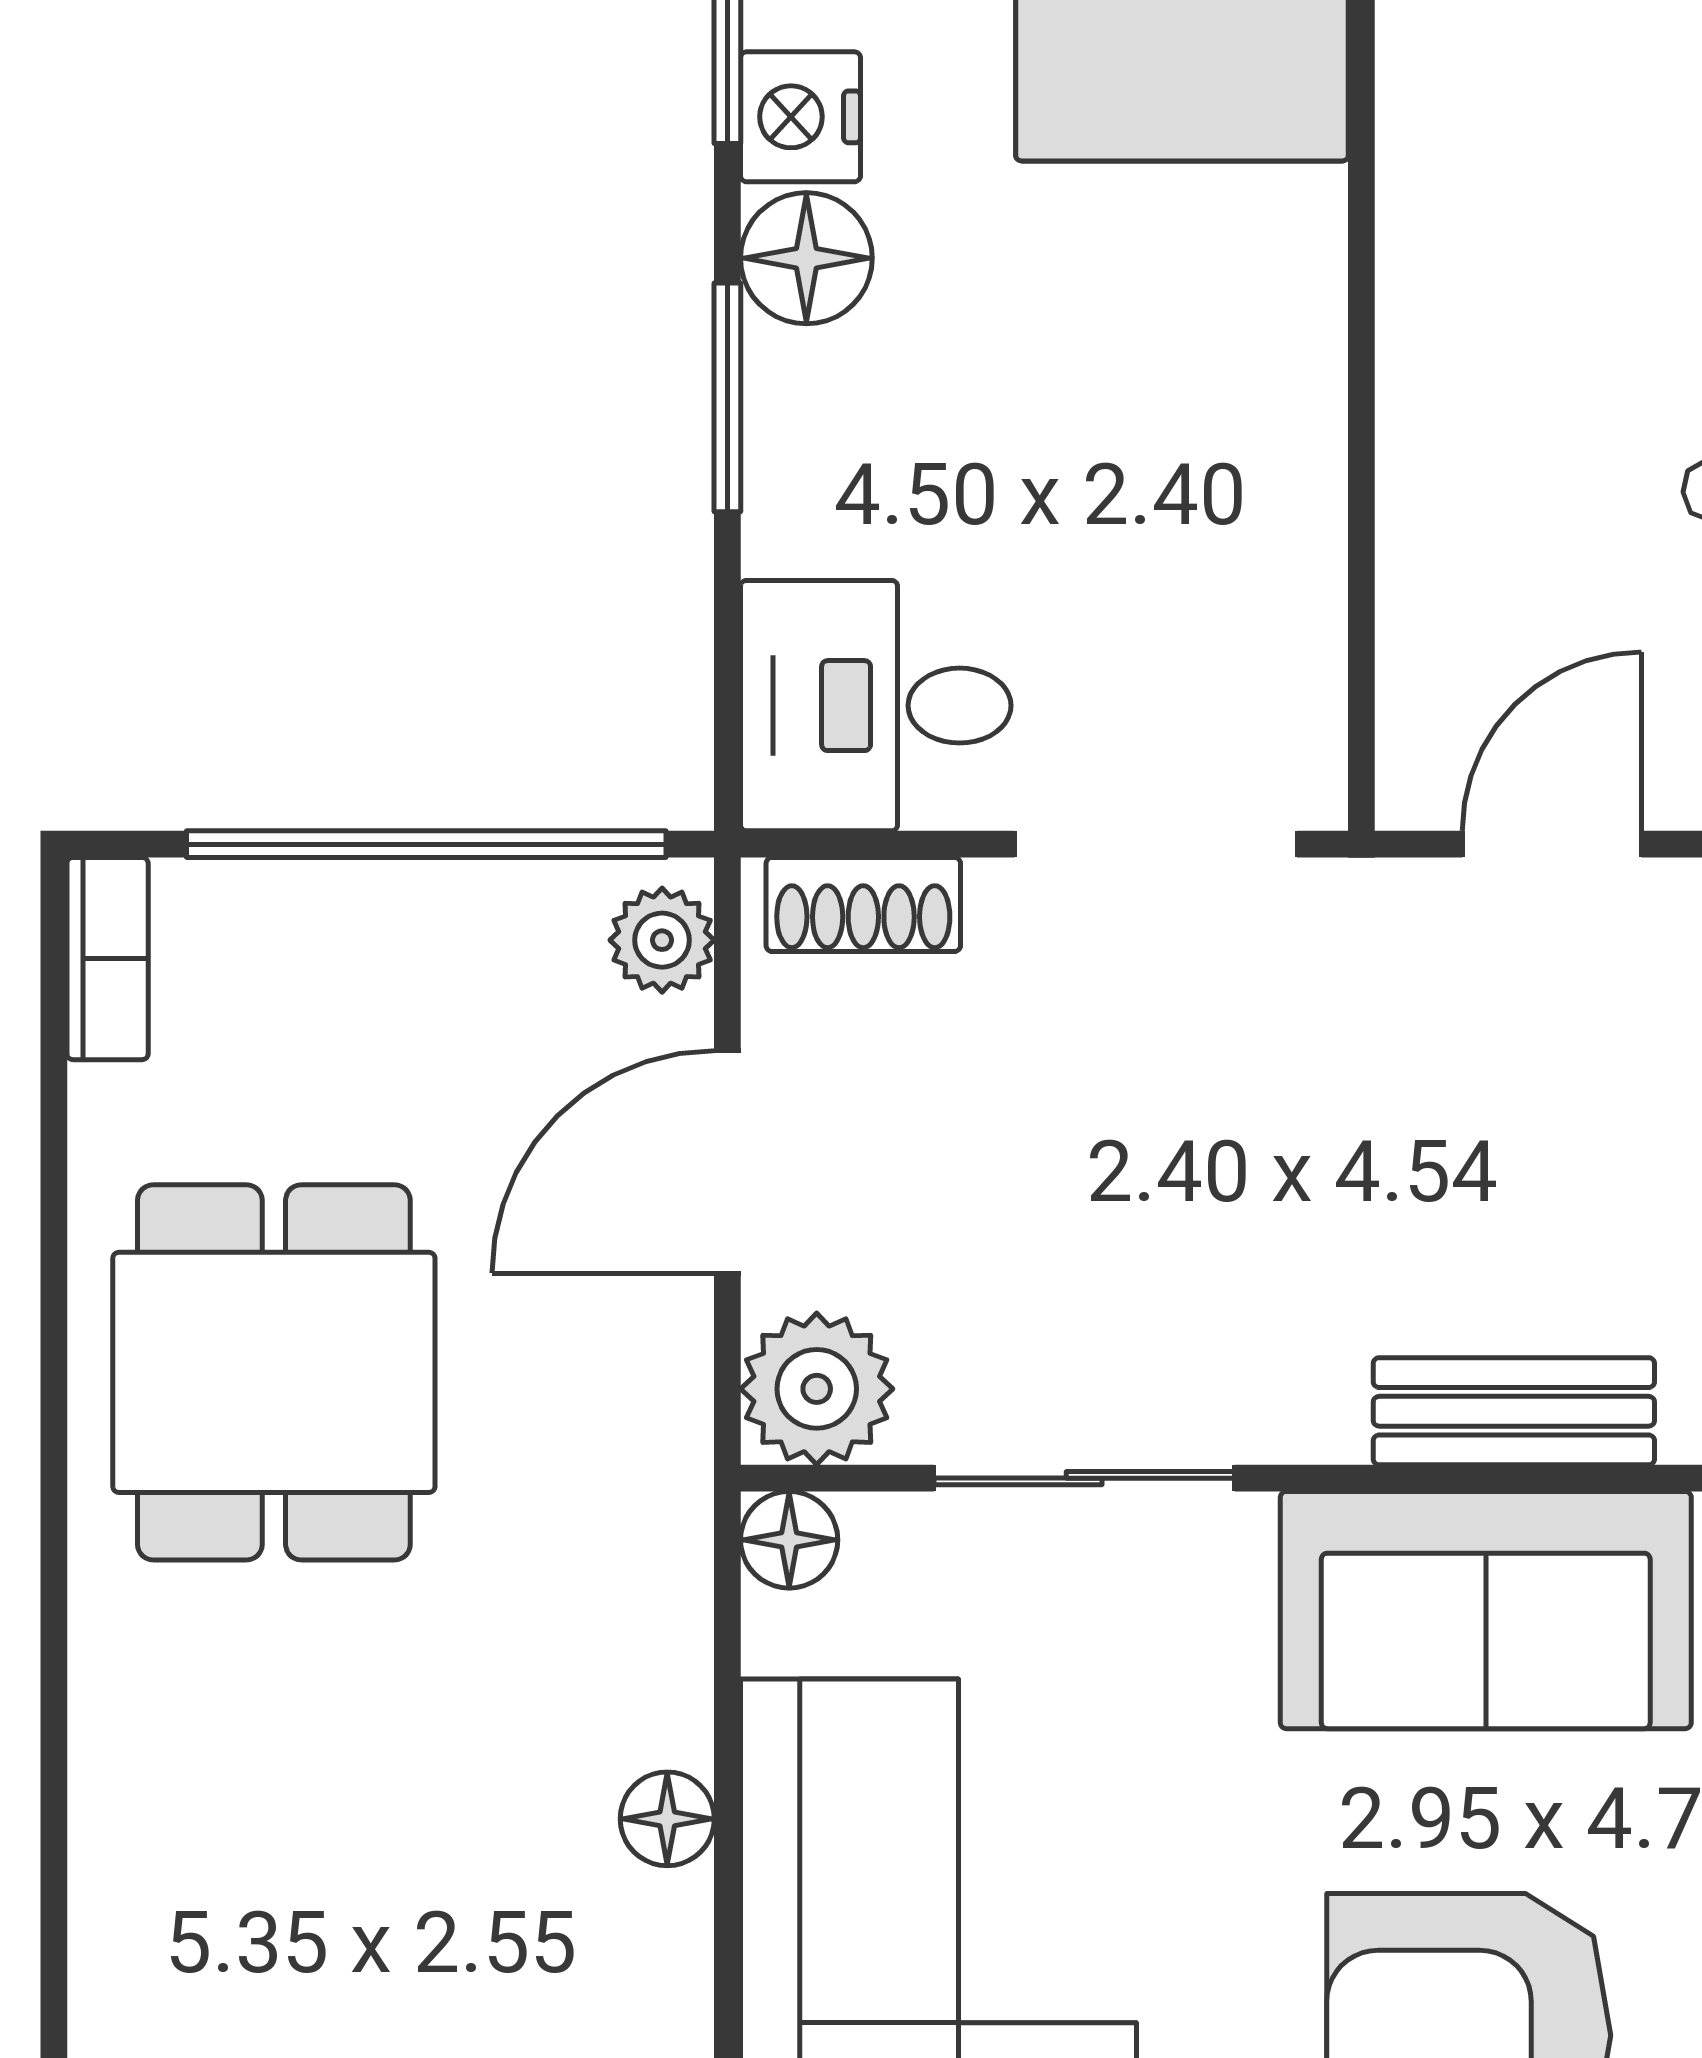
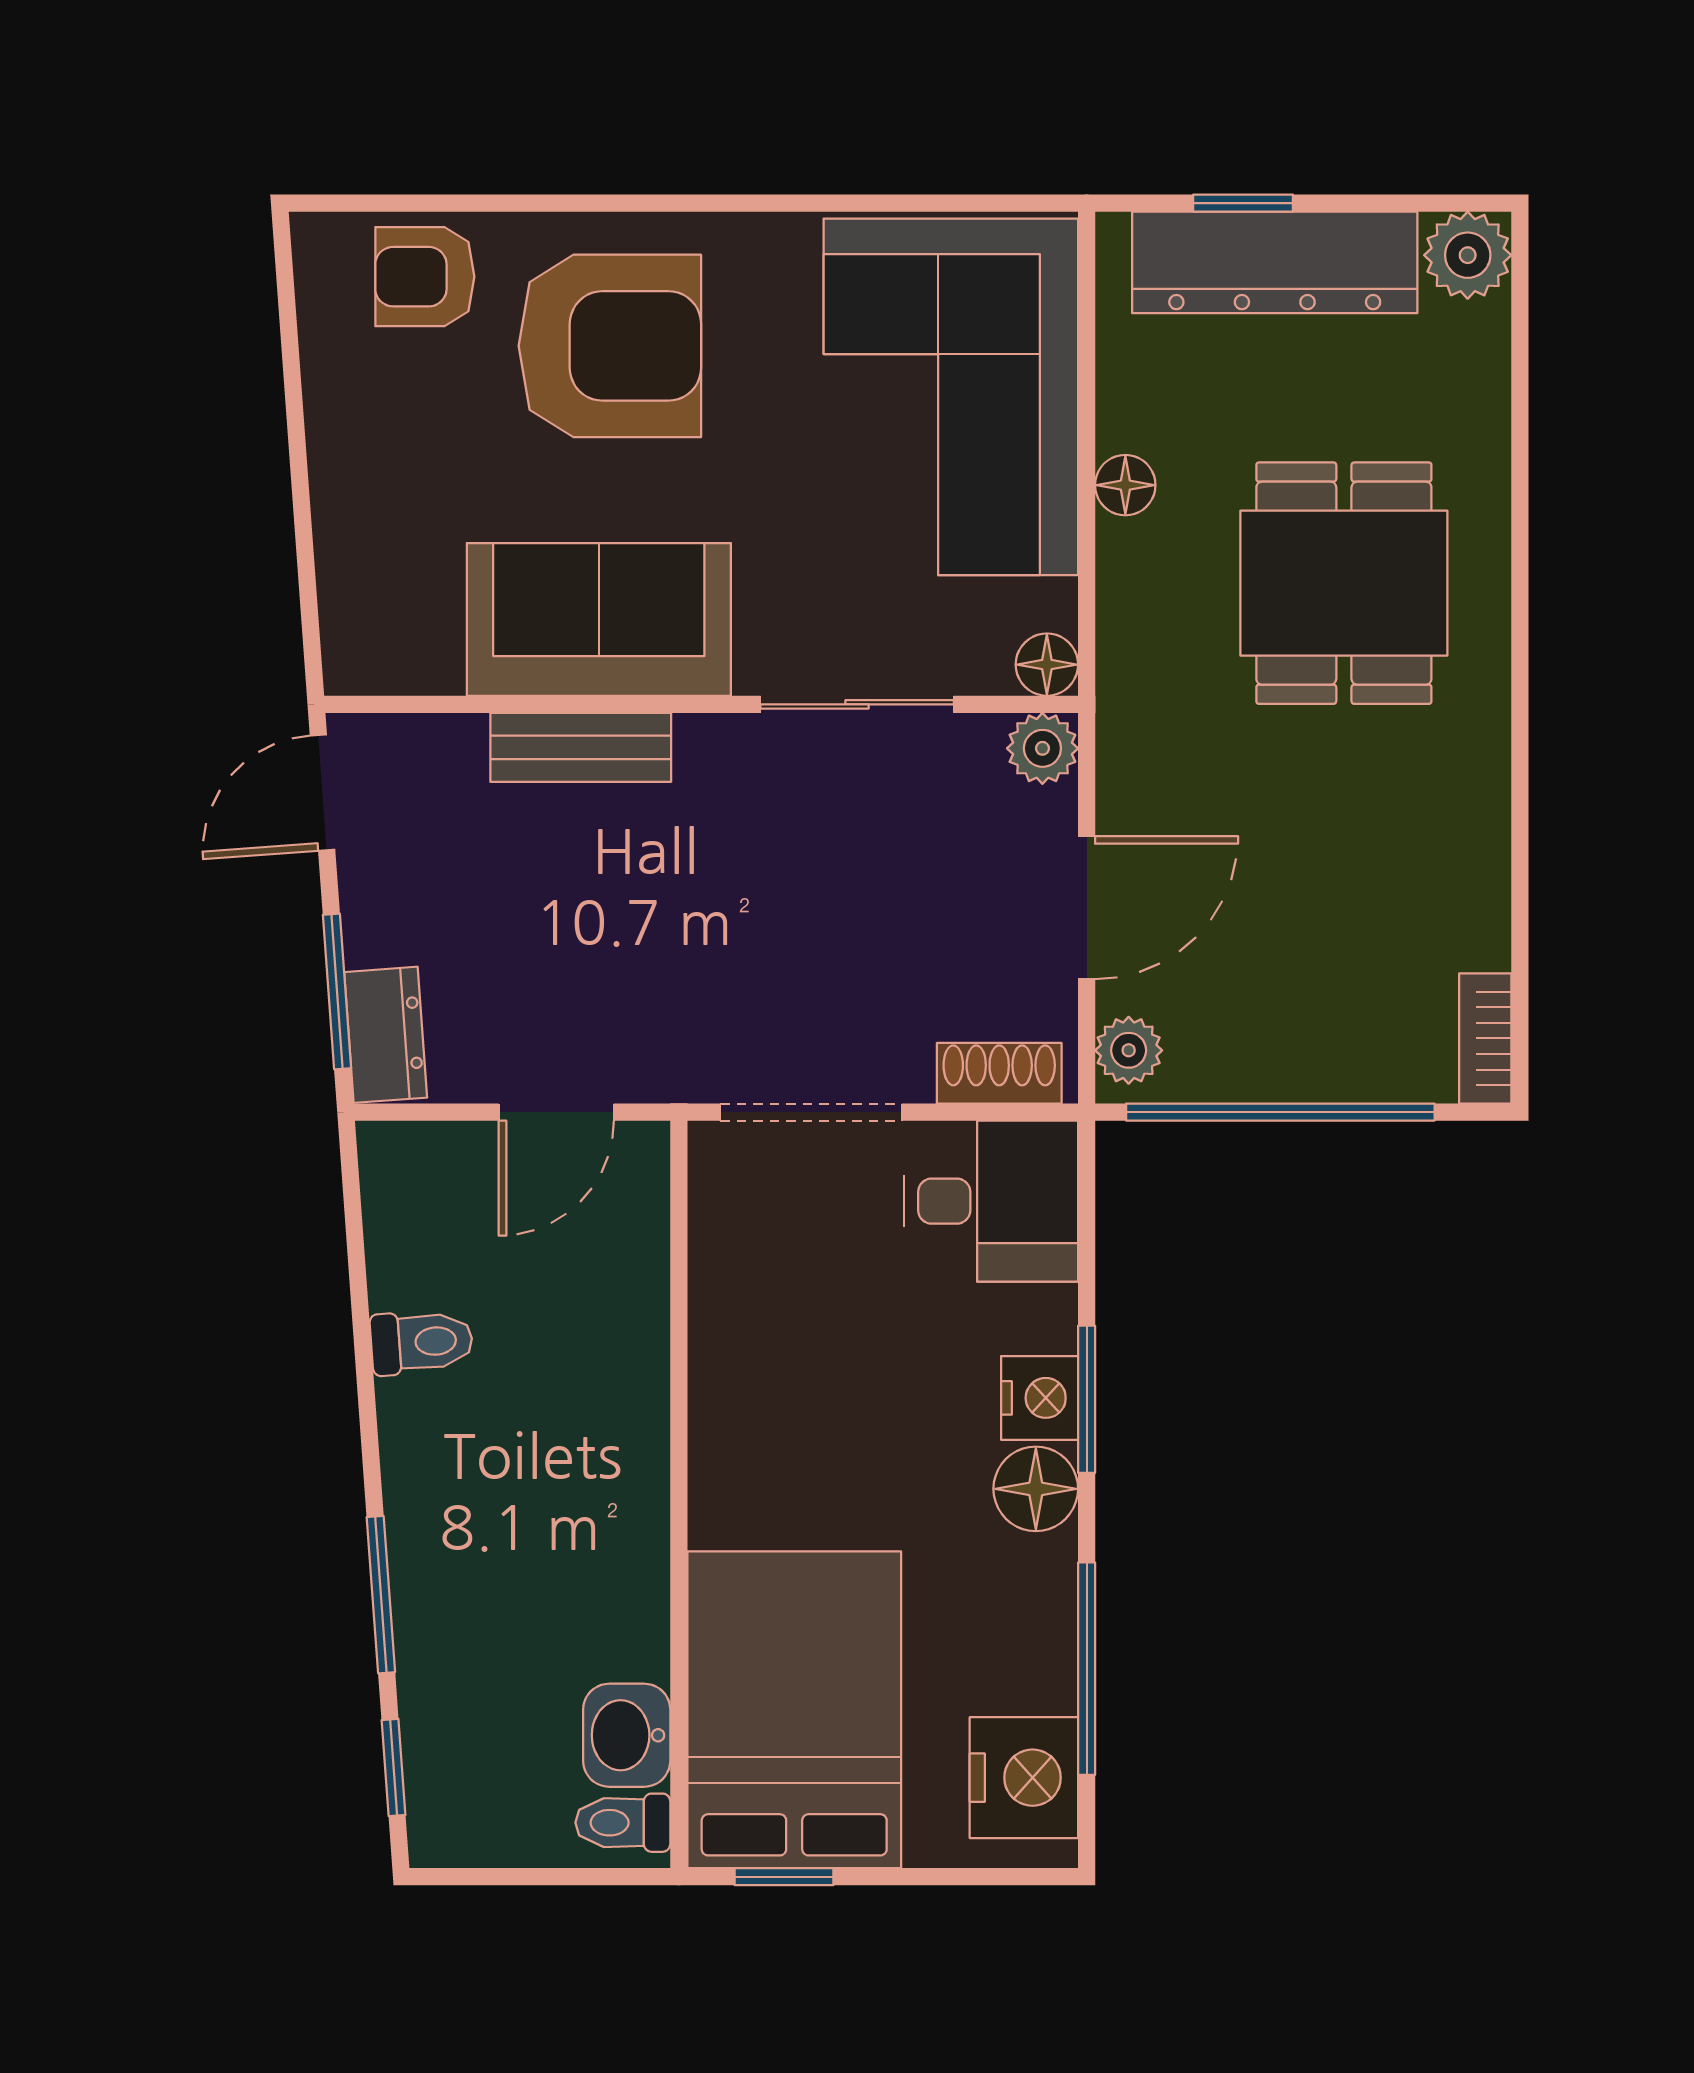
nightstand: (801, 117) -> (1040, 1398), moved
dining table: (274, 1372) -> (1344, 583), moved
plant: (817, 1389) -> (1042, 748), width x0.73, depth x0.73

